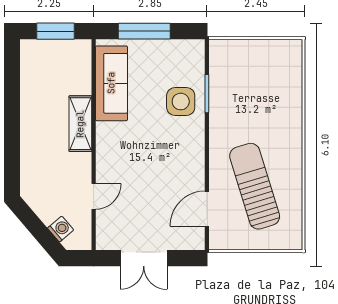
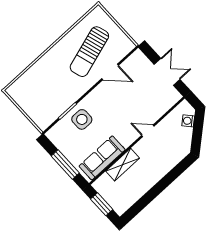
shelving: (80, 124) -> (123, 165), moved
door: (94, 196) -> (148, 131), moved
door: (207, 209) -> (110, 72), moved

